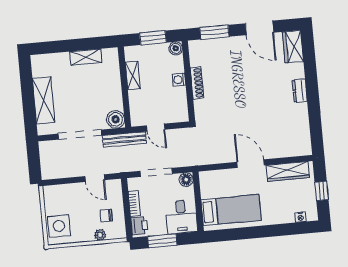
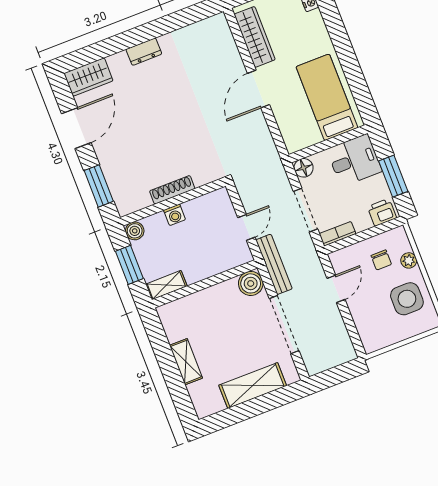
shelving: (86, 57) -> (186, 362), moved
shelving: (133, 75) -> (166, 285), moved
bookcase: (134, 204) -> (337, 234), moved
side table: (59, 226) -> (407, 299), moved

